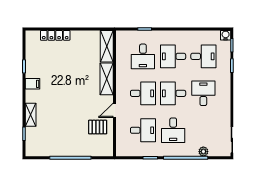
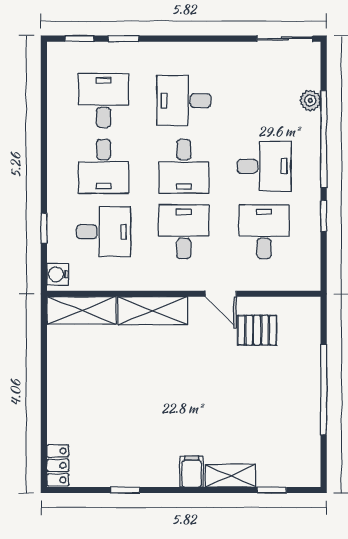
locker: (55, 35) -> (58, 465), moved, width x0.66
water cooler: (226, 35) -> (58, 274), moved
filing cabinet: (33, 84) -> (192, 472), moved
pallet: (98, 127) -> (257, 330), turned 90

